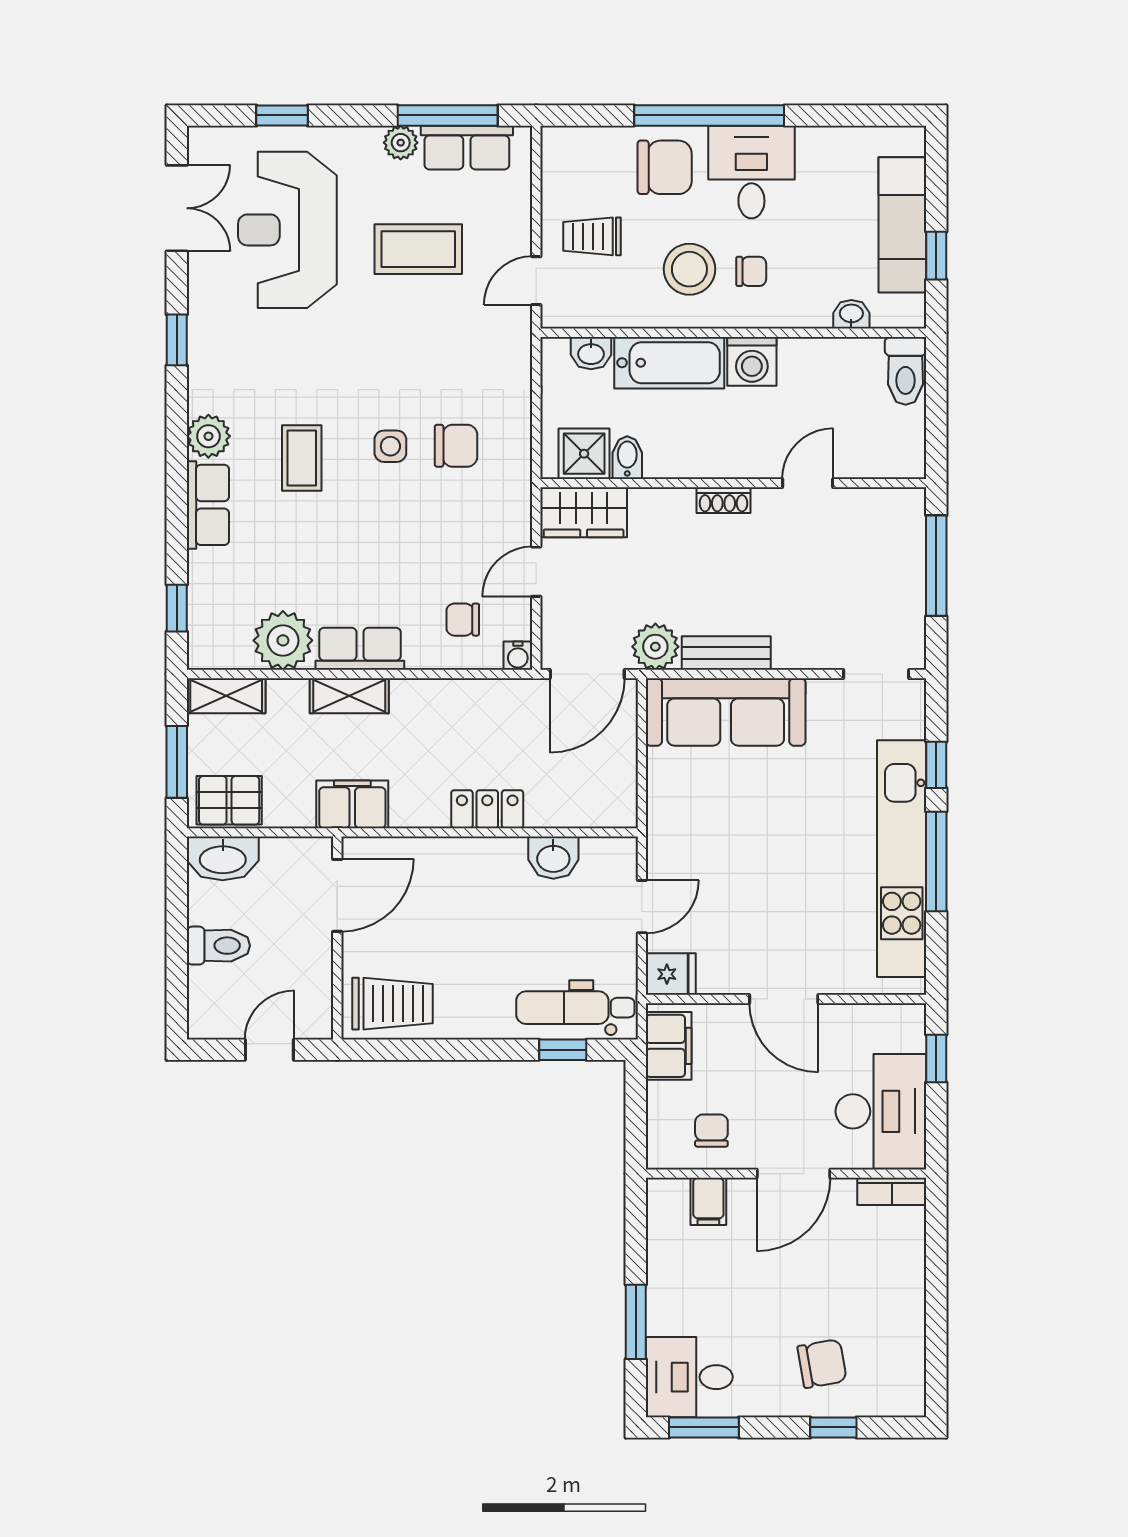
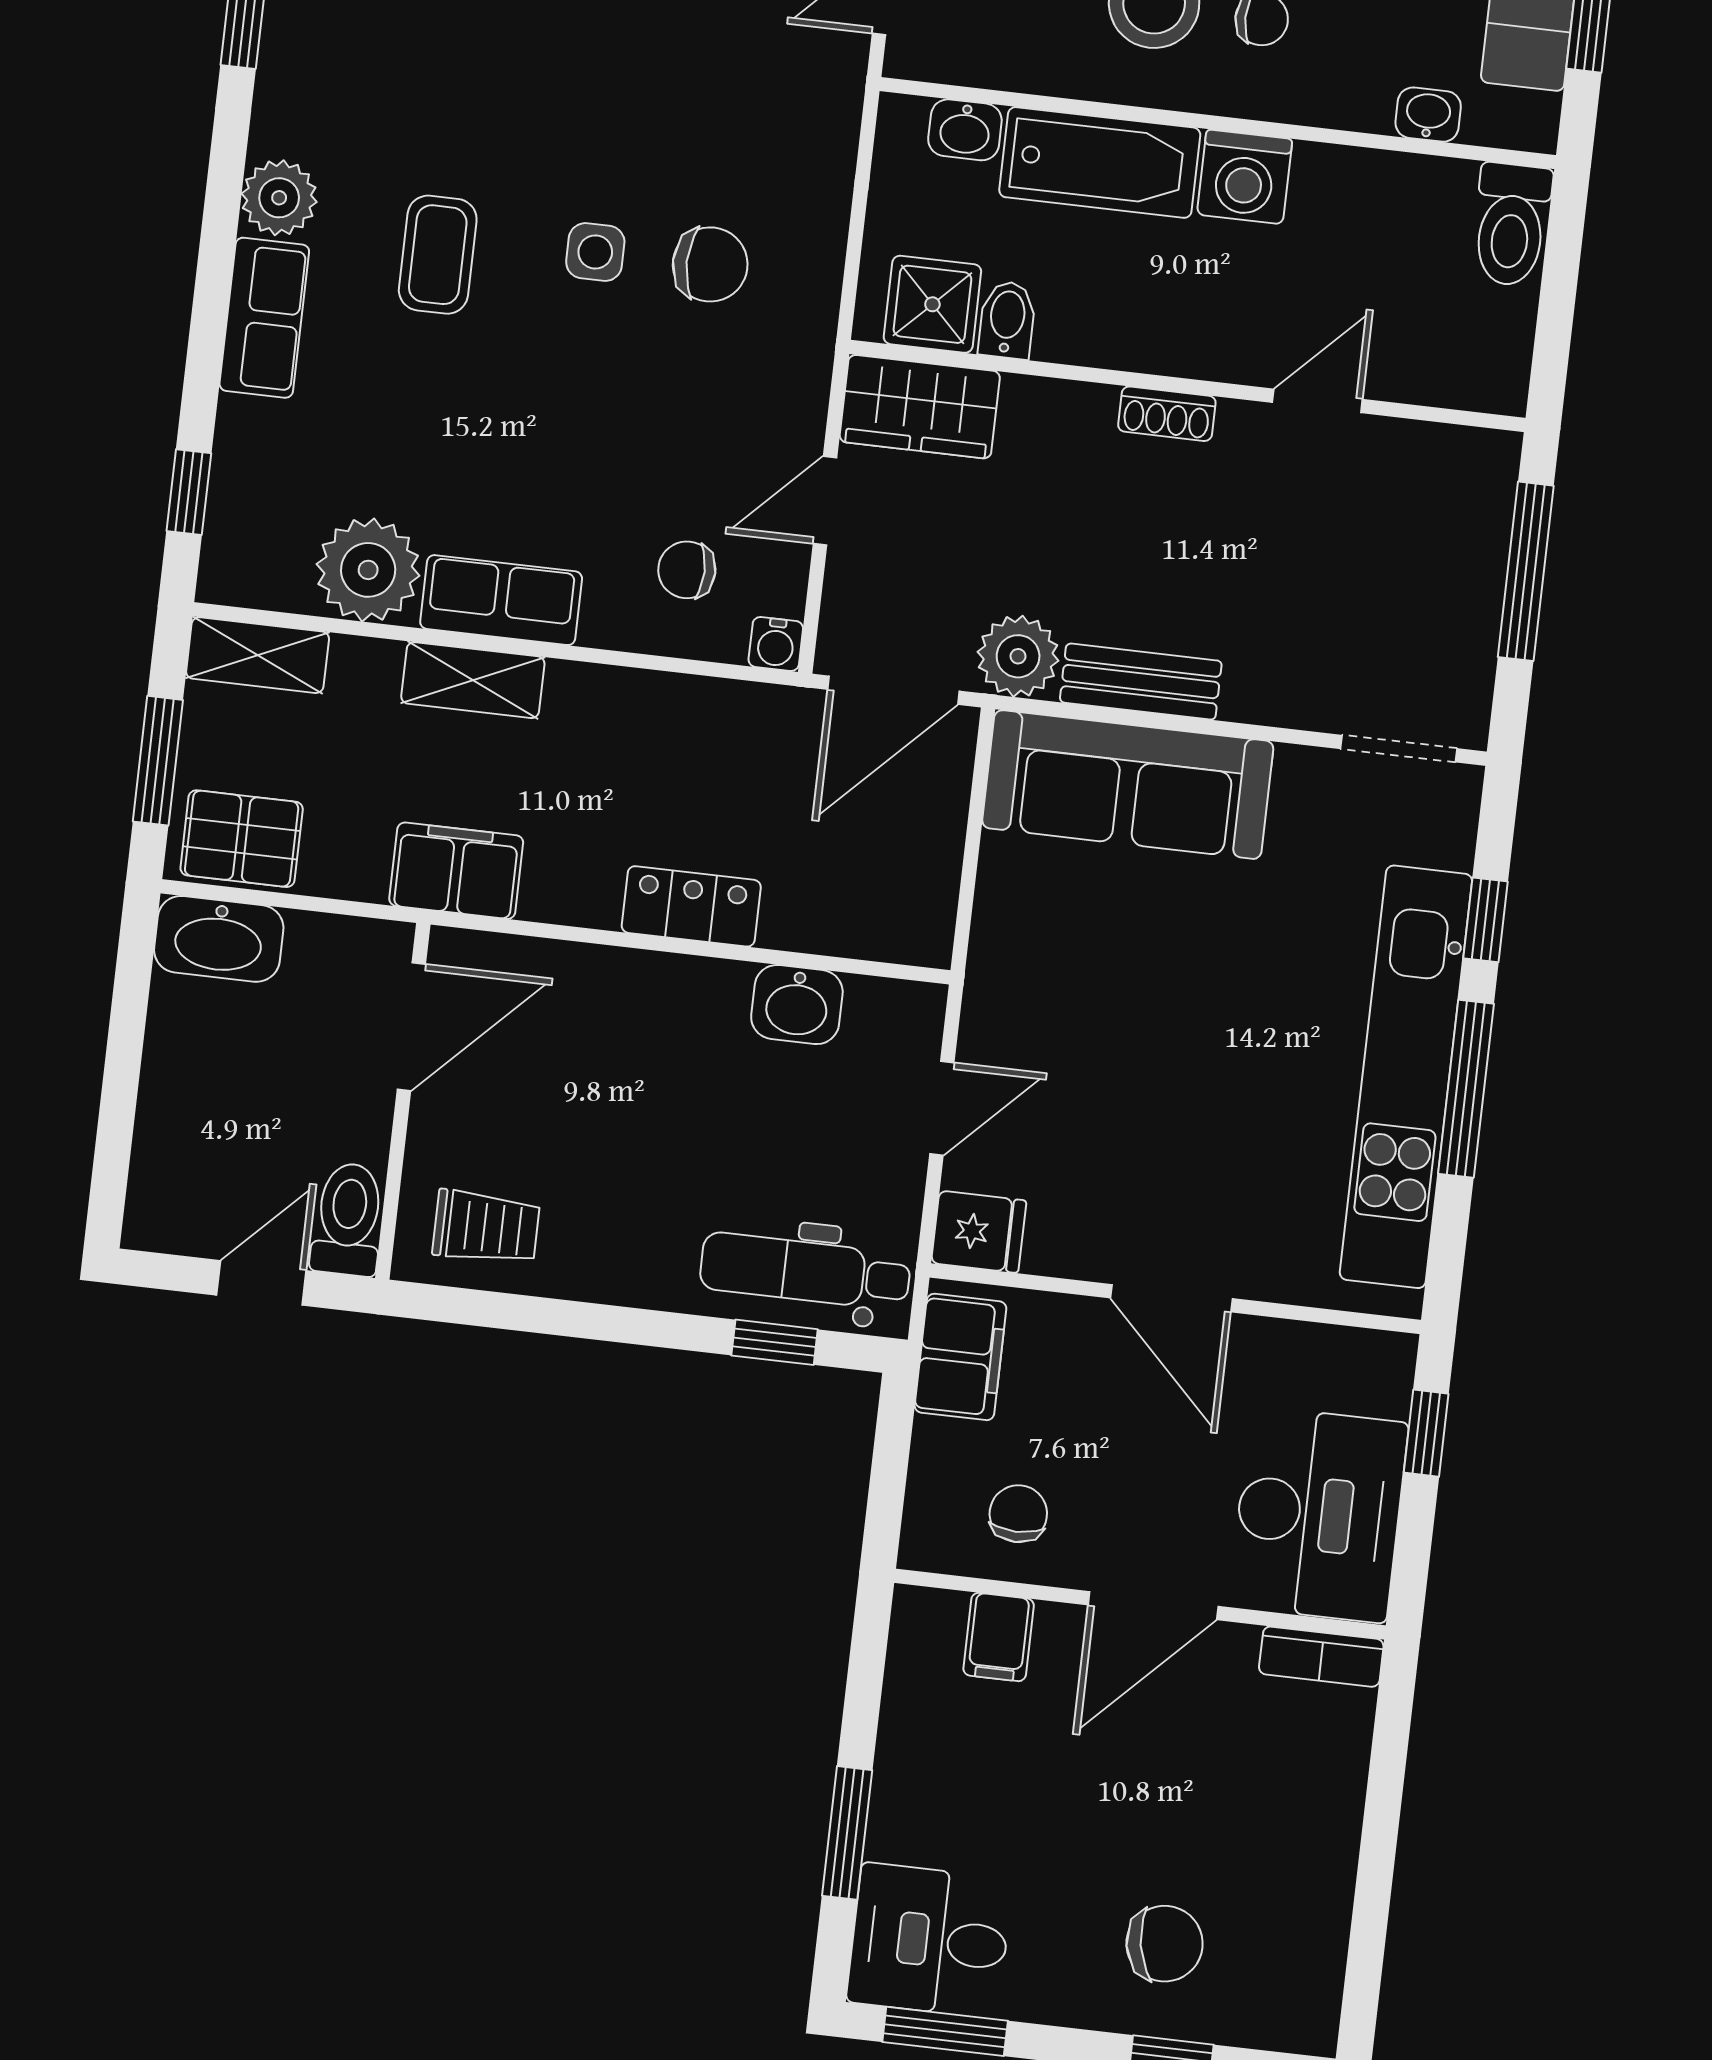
toilet: (218, 946) -> (348, 1219), moved, turned -90
trolley: (392, 1004) -> (486, 1227), width x0.73, depth x0.72

